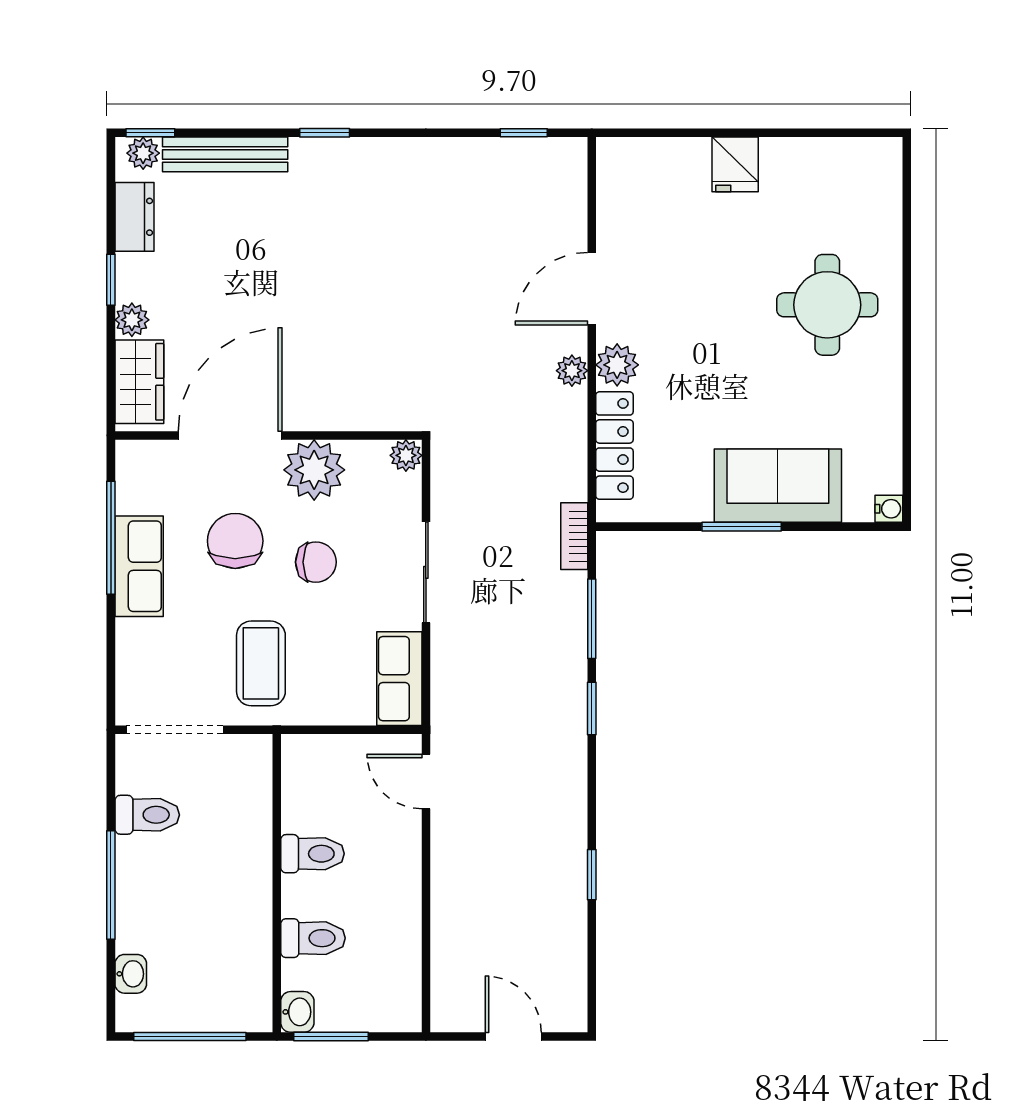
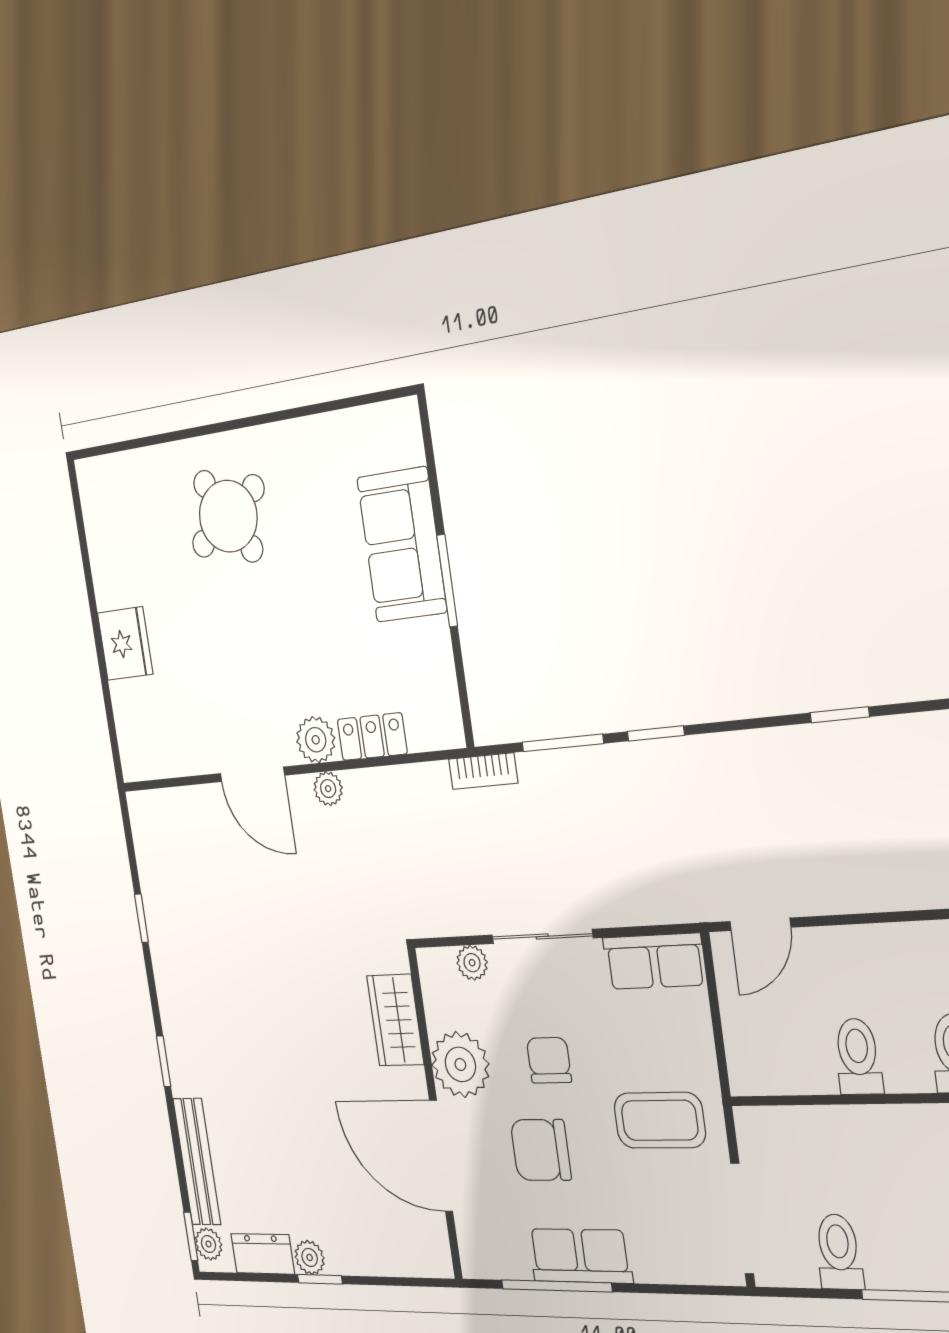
window: (524, 133) -> (141, 918), moved
fridge: (735, 164) -> (125, 644), width x1.38
round table: (827, 305) -> (228, 516), turned -33
plant: (132, 320) -> (310, 1257), moved
wardrobe: (139, 382) -> (395, 1020), moved, turned -90
locker: (614, 446) -> (372, 737), width x0.66
plant: (406, 455) -> (472, 963), moved
water cooler: (889, 509) -> (406, 413), removed

